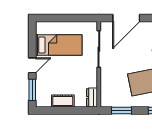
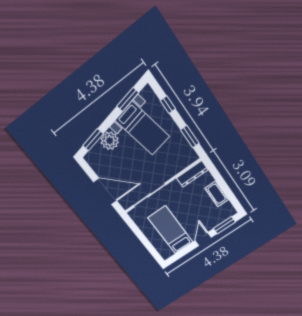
door: (32, 65) -> (203, 239), hinge flipped
dresser: (92, 97) -> (192, 174), width x1.44

